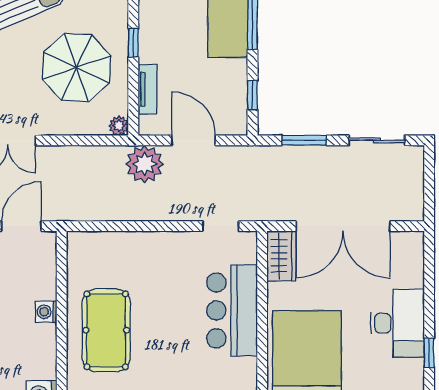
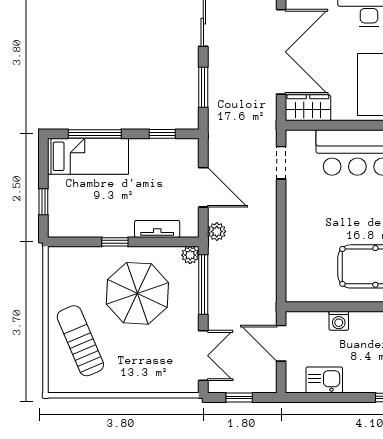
window: (86, 140) -> (203, 285), added
door: (193, 140) -> (203, 187), swing flipped
plant: (145, 164) -> (217, 232), width x0.53, depth x0.53
washing machine: (46, 312) -> (339, 321), moved

